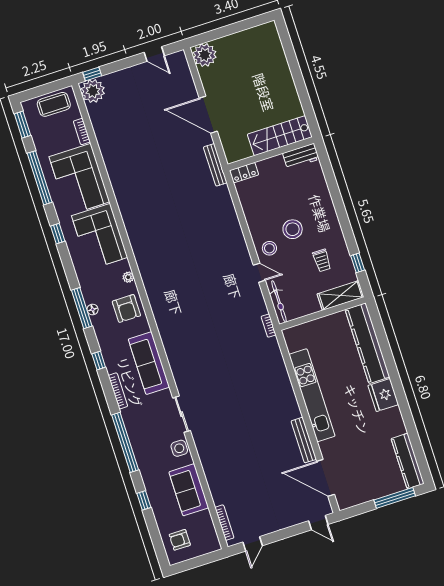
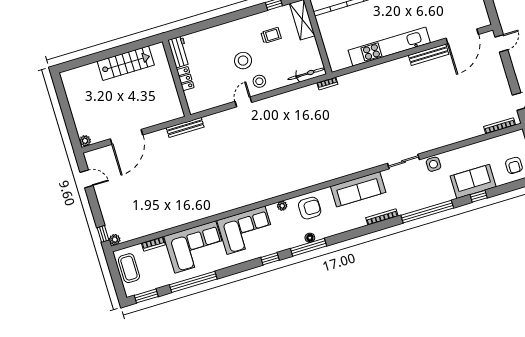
door: (154, 54) -> (87, 179), hinge flipped
plant: (205, 55) -> (85, 141), width x0.53, depth x0.53
plant: (93, 91) -> (115, 240), width x0.53, depth x0.53
door: (208, 115) -> (127, 137), moved
stairs: (280, 136) -> (126, 63), moved, turned -90
locker: (244, 173) -> (185, 79), moved
window: (58, 234) -> (270, 259), moved
door: (259, 273) -> (243, 102), moved
window: (99, 361) -> (355, 233), removed
sofa: (189, 490) -> (473, 181), moved, turned 180

